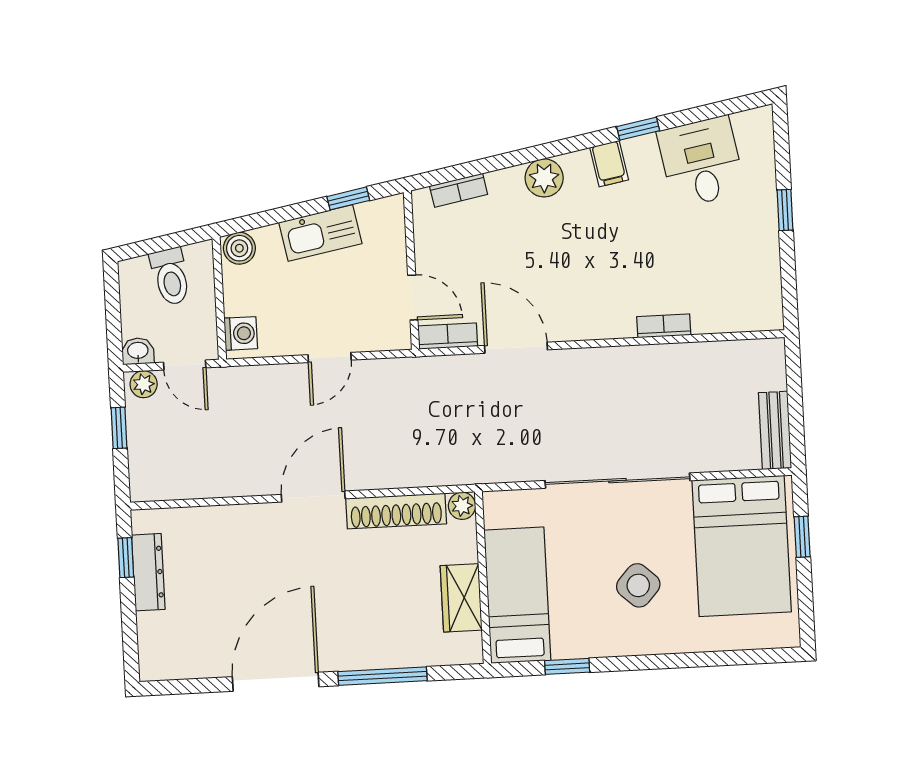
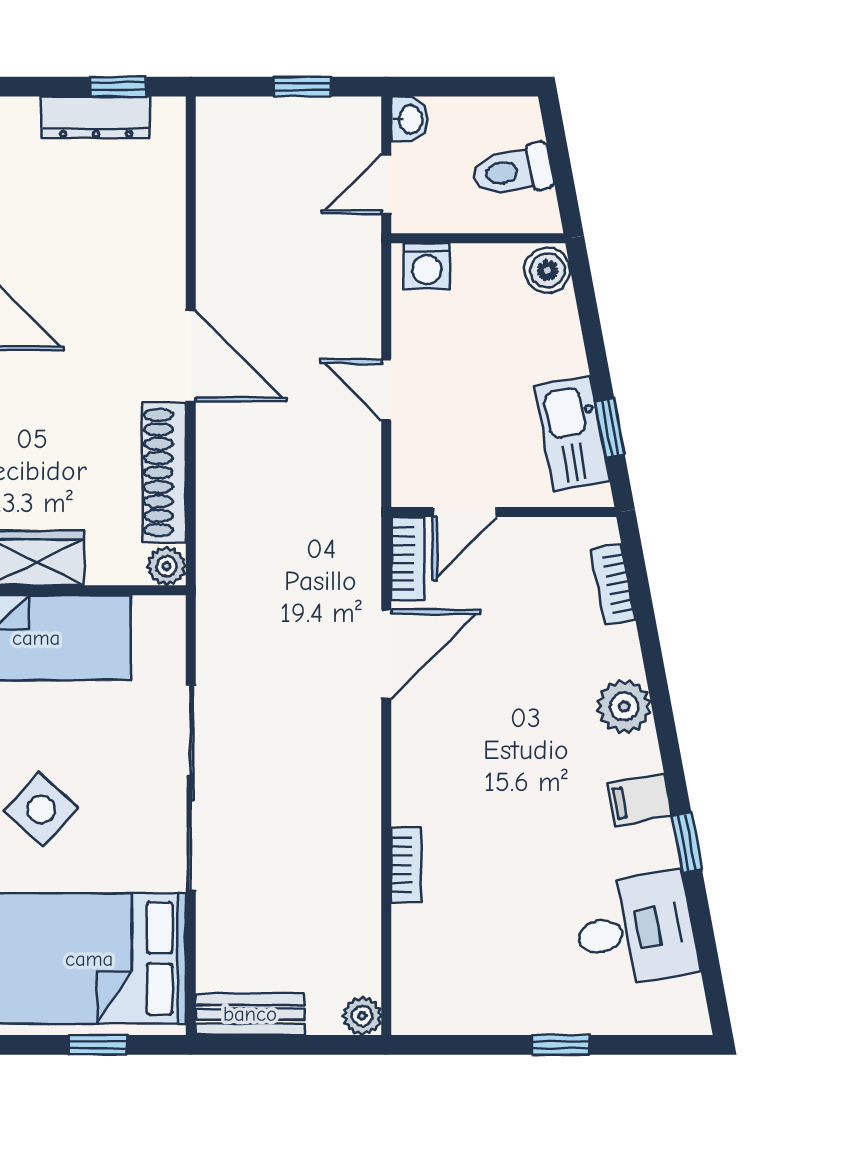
kitchen sink: (320, 233) -> (572, 433), moved
plant: (144, 384) -> (362, 1016), moved

